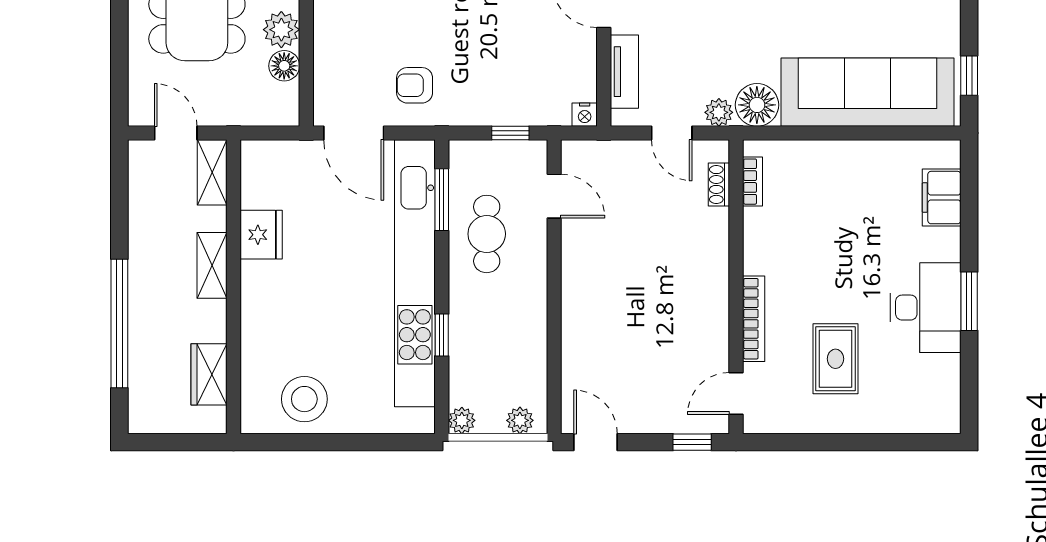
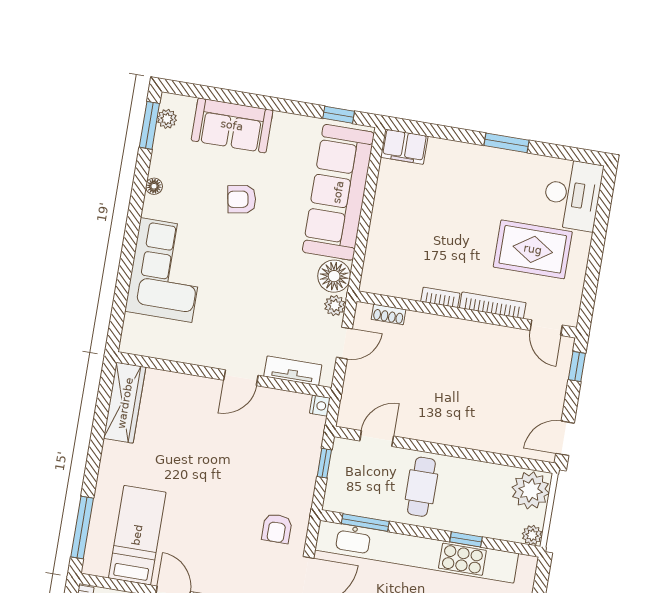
bookcase: (752, 182) -> (440, 297), moved
filing cabinet: (942, 198) -> (404, 147), moved
cafe table: (487, 234) -> (421, 487), moved, turned 90
desk: (925, 308) -> (572, 195), moved, turned 90
rug: (835, 359) -> (533, 249), width x1.36, depth x1.43
plant: (520, 420) -> (531, 490), width x1.88, depth x1.88

